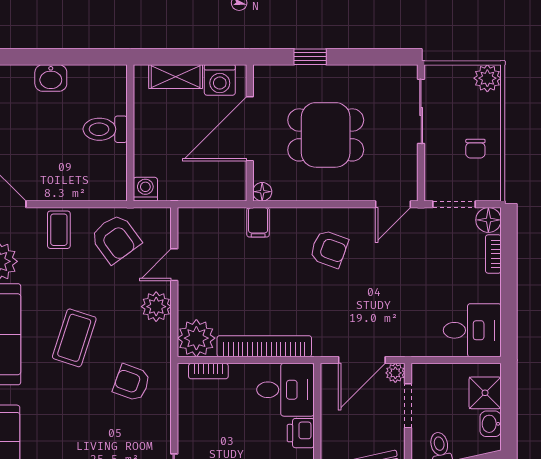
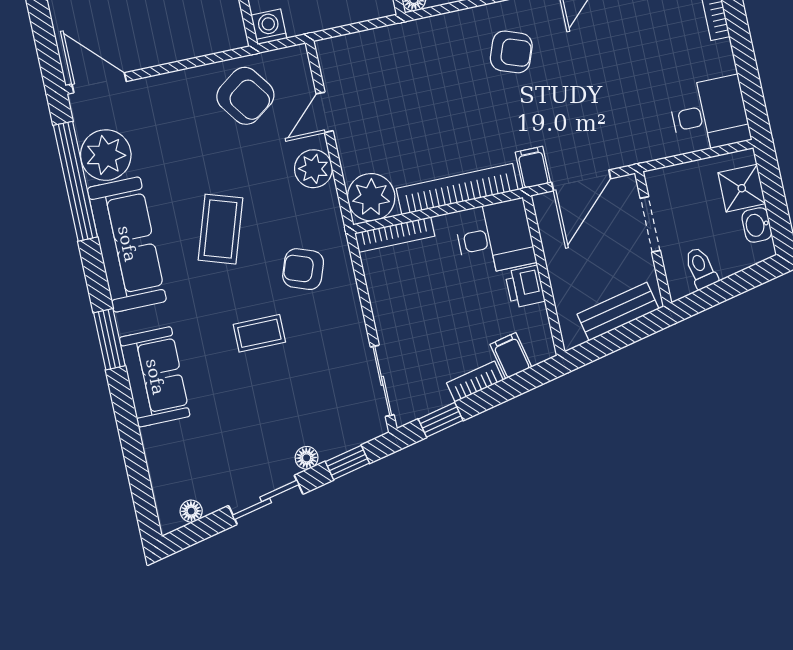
filing cabinet: (258, 222) -> (533, 168), moved, turned 180
coffee table: (59, 230) -> (259, 333), moved, turned 90
bookcase: (208, 371) -> (395, 235), width x1.56
plant: (395, 373) -> (626, 187), removed

